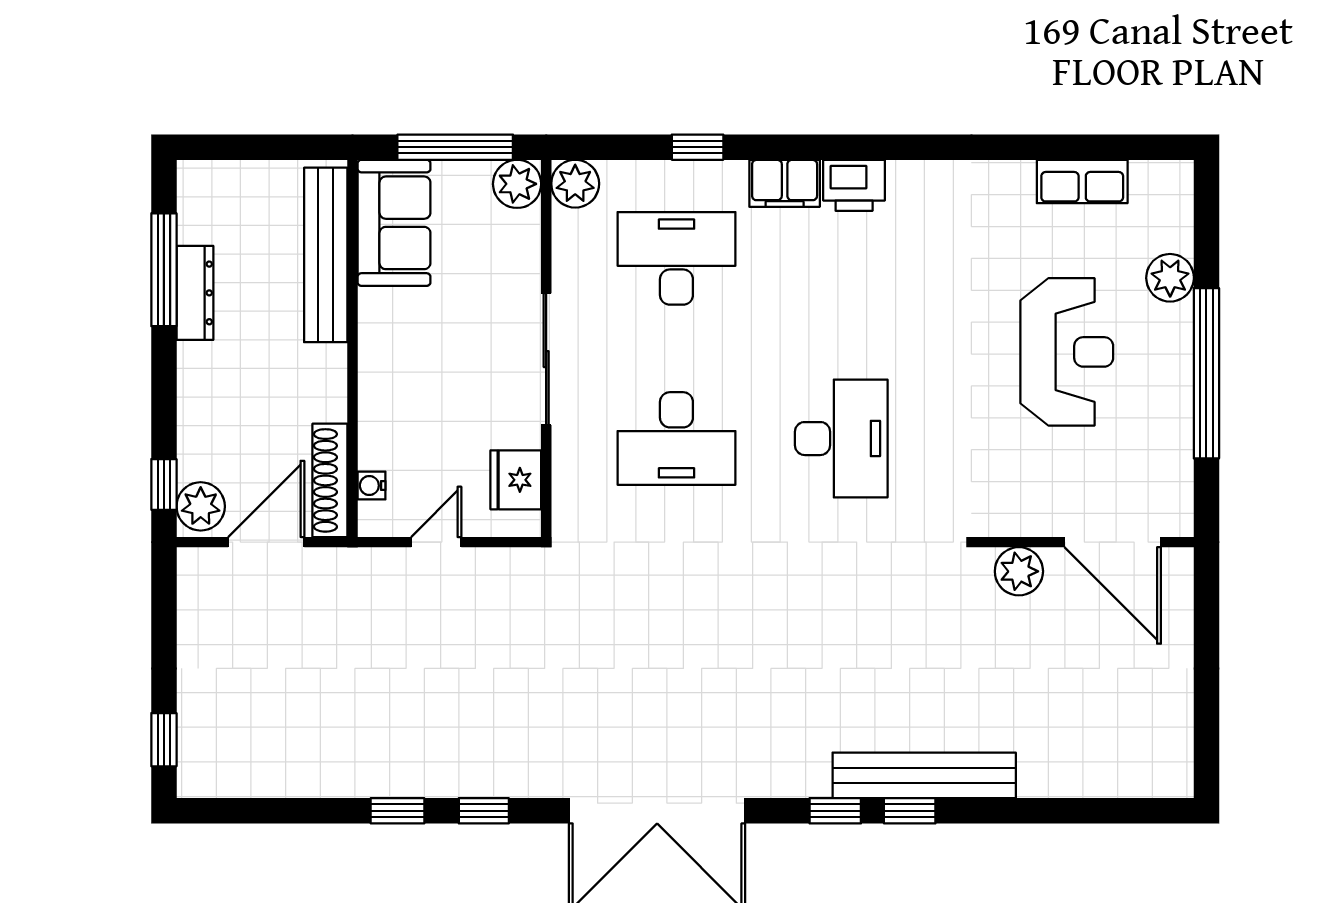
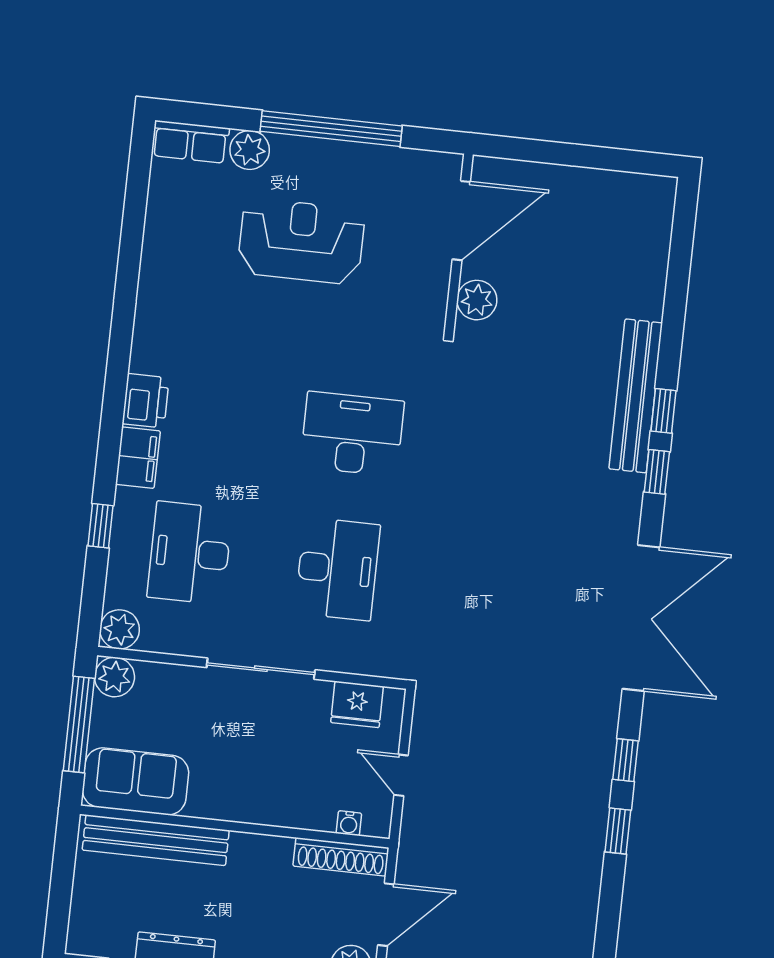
row of seats: (1082, 182) -> (190, 142), moved, turned 90
door: (266, 542) -> (386, 915), swing flipped

